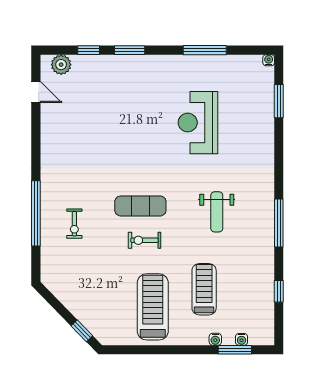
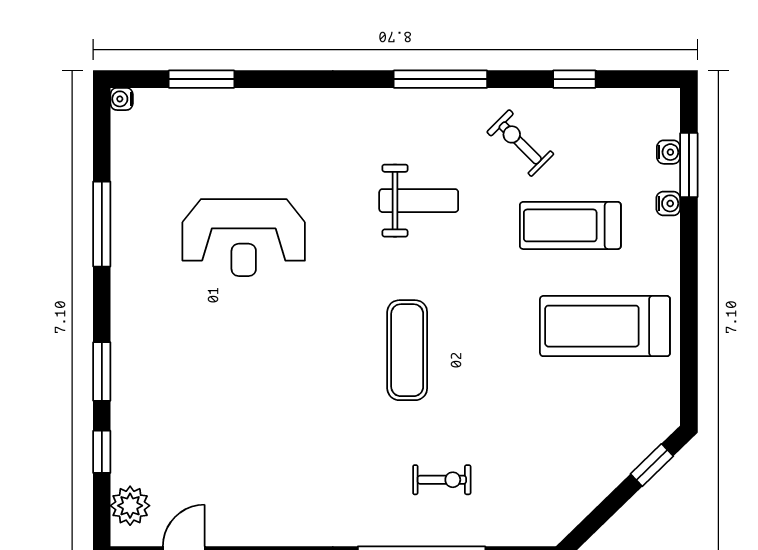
exercise bike: (144, 240) -> (520, 143), moved, turned 135

